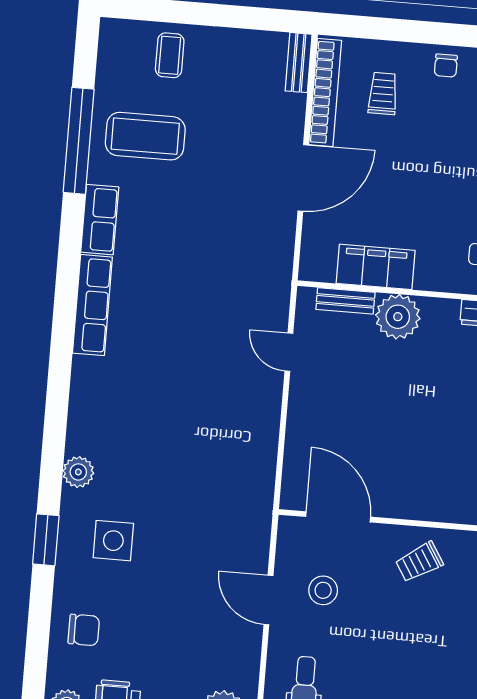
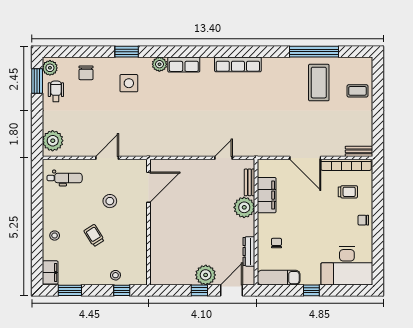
row of seats: (100, 220) -> (184, 65), moved
trolley: (419, 562) -> (94, 235), moved
stool: (323, 590) -> (110, 201), moved

